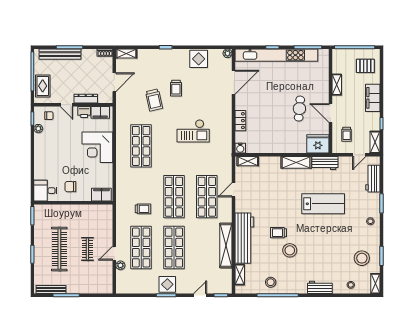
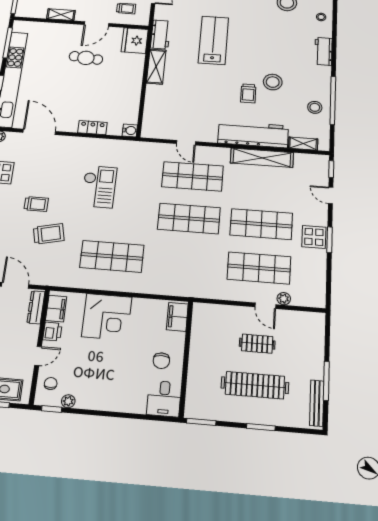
dresser: (86, 99) -> (36, 307), moved
shelving: (248, 161) -> (149, 123), removed
trolley: (143, 209) -> (203, 261), removed

